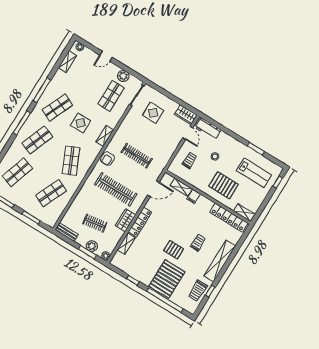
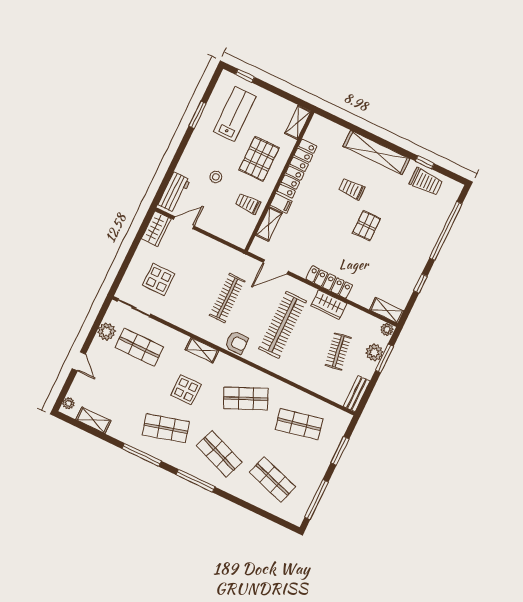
shop shelf: (57, 108) -> (166, 428), turned -39
trolley: (190, 160) -> (248, 204), moved
door: (153, 189) -> (276, 267), swing flipped
shop shelf: (51, 193) -> (299, 424), turned -36
locker: (229, 218) -> (297, 169), moved
shelving: (126, 244) -> (387, 310), moved
pallet: (167, 279) -> (413, 231), removed

